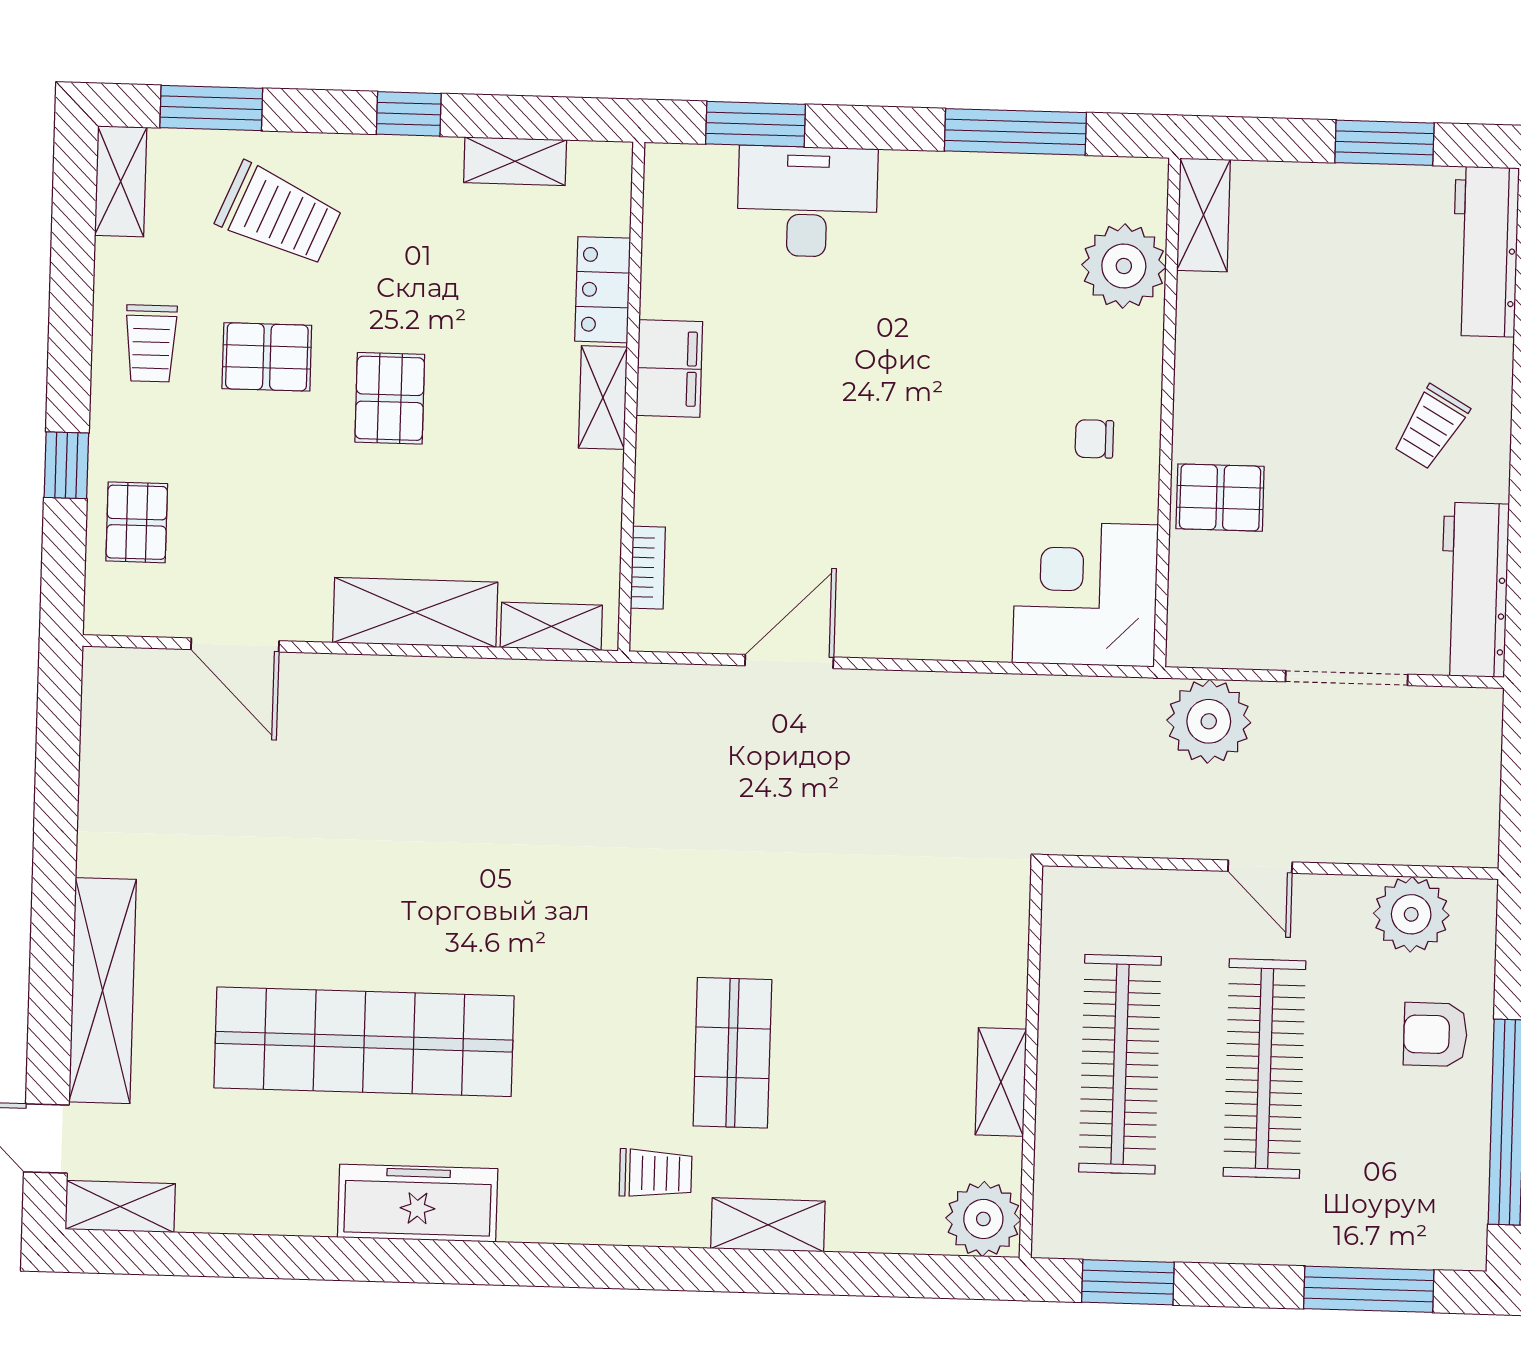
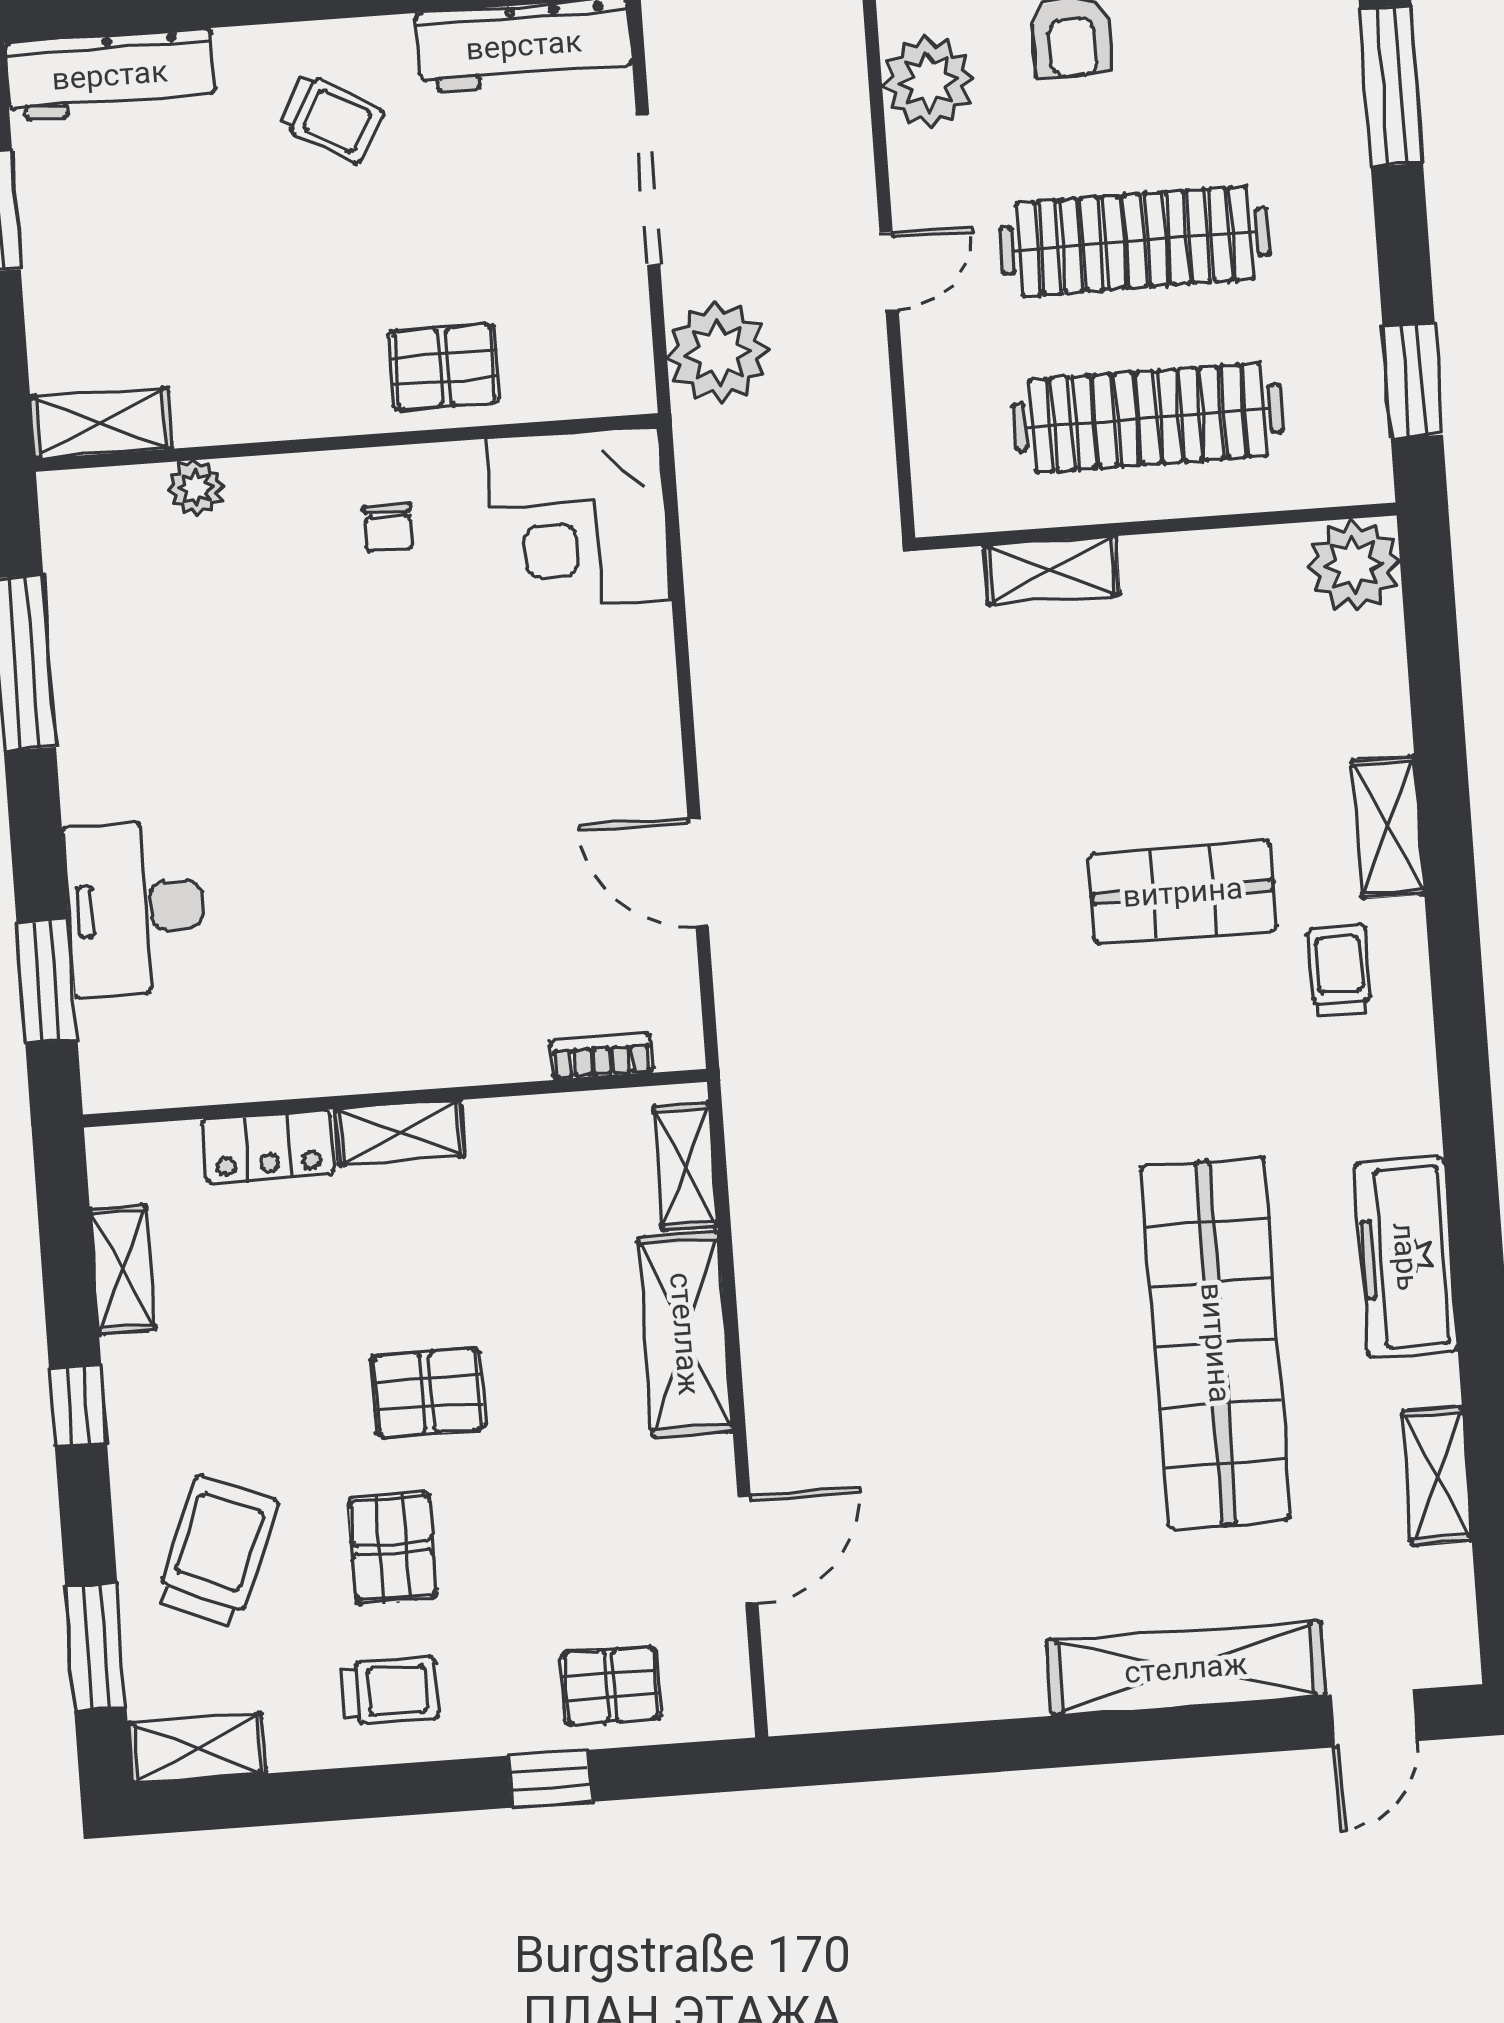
plant: (1124, 266) -> (196, 488), width x0.53, depth x0.53
filing cabinet: (669, 368) -> (356, 1055), removed
pallet: (1220, 498) -> (444, 367), turned 90
shelving: (1001, 1082) -> (1052, 570), moved
shelving: (120, 1206) -> (1437, 1476), moved

